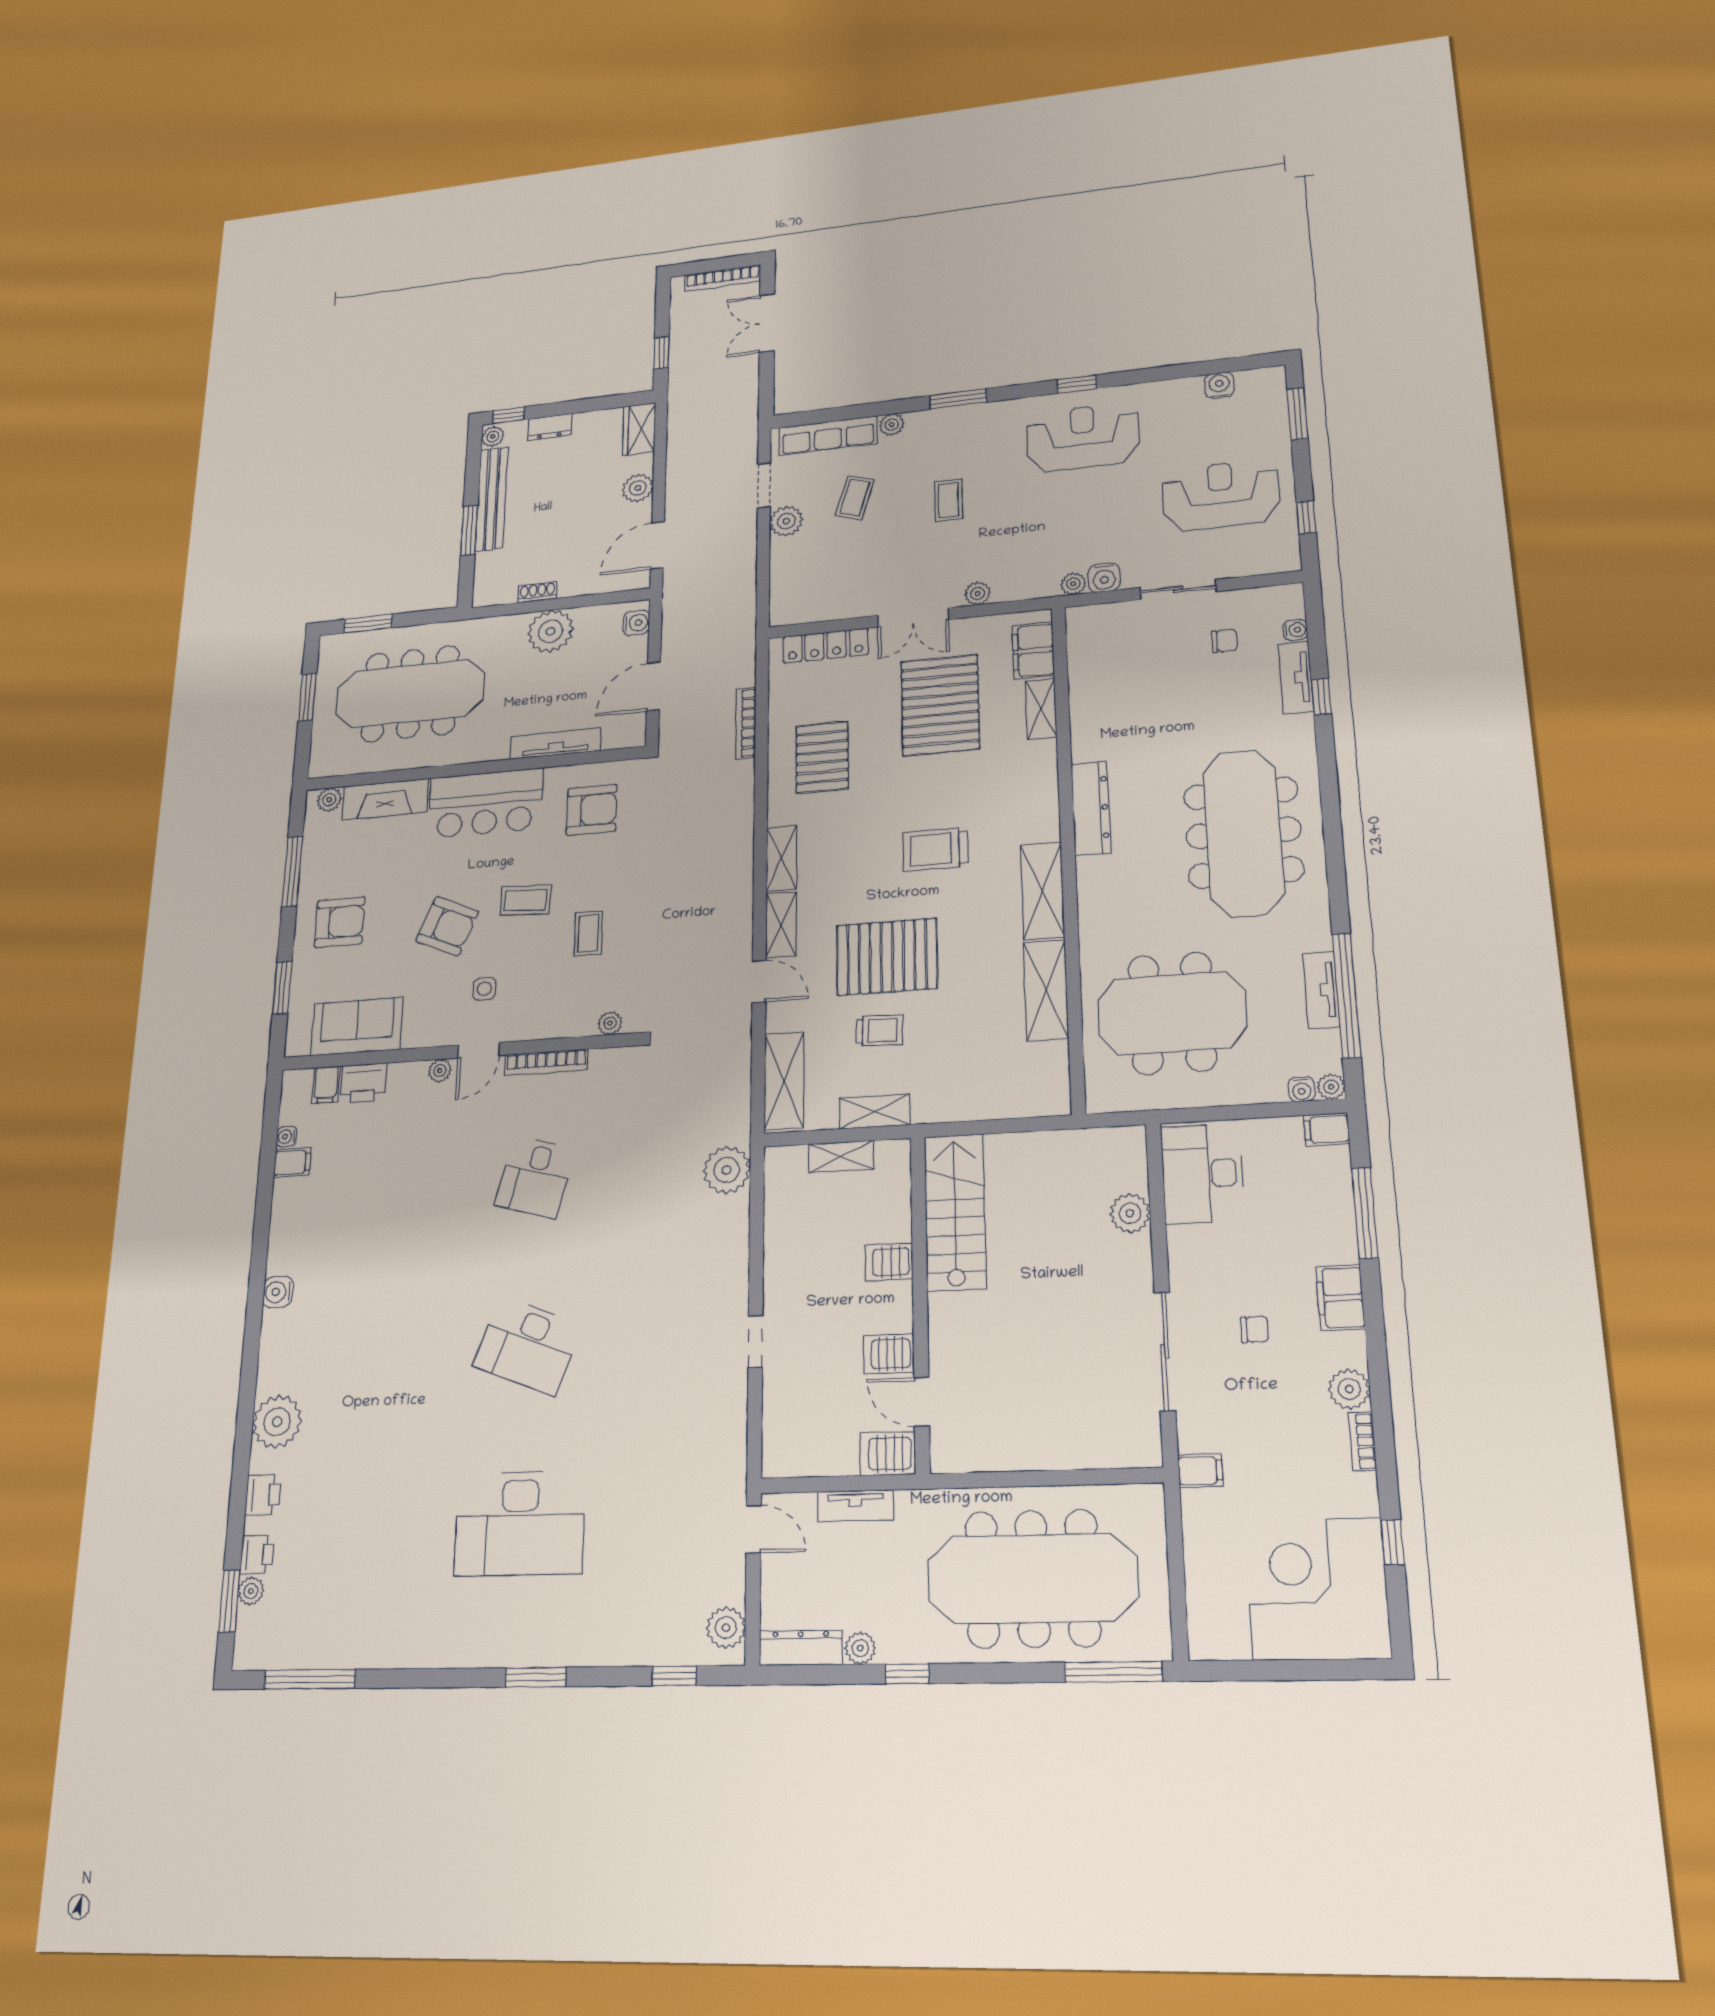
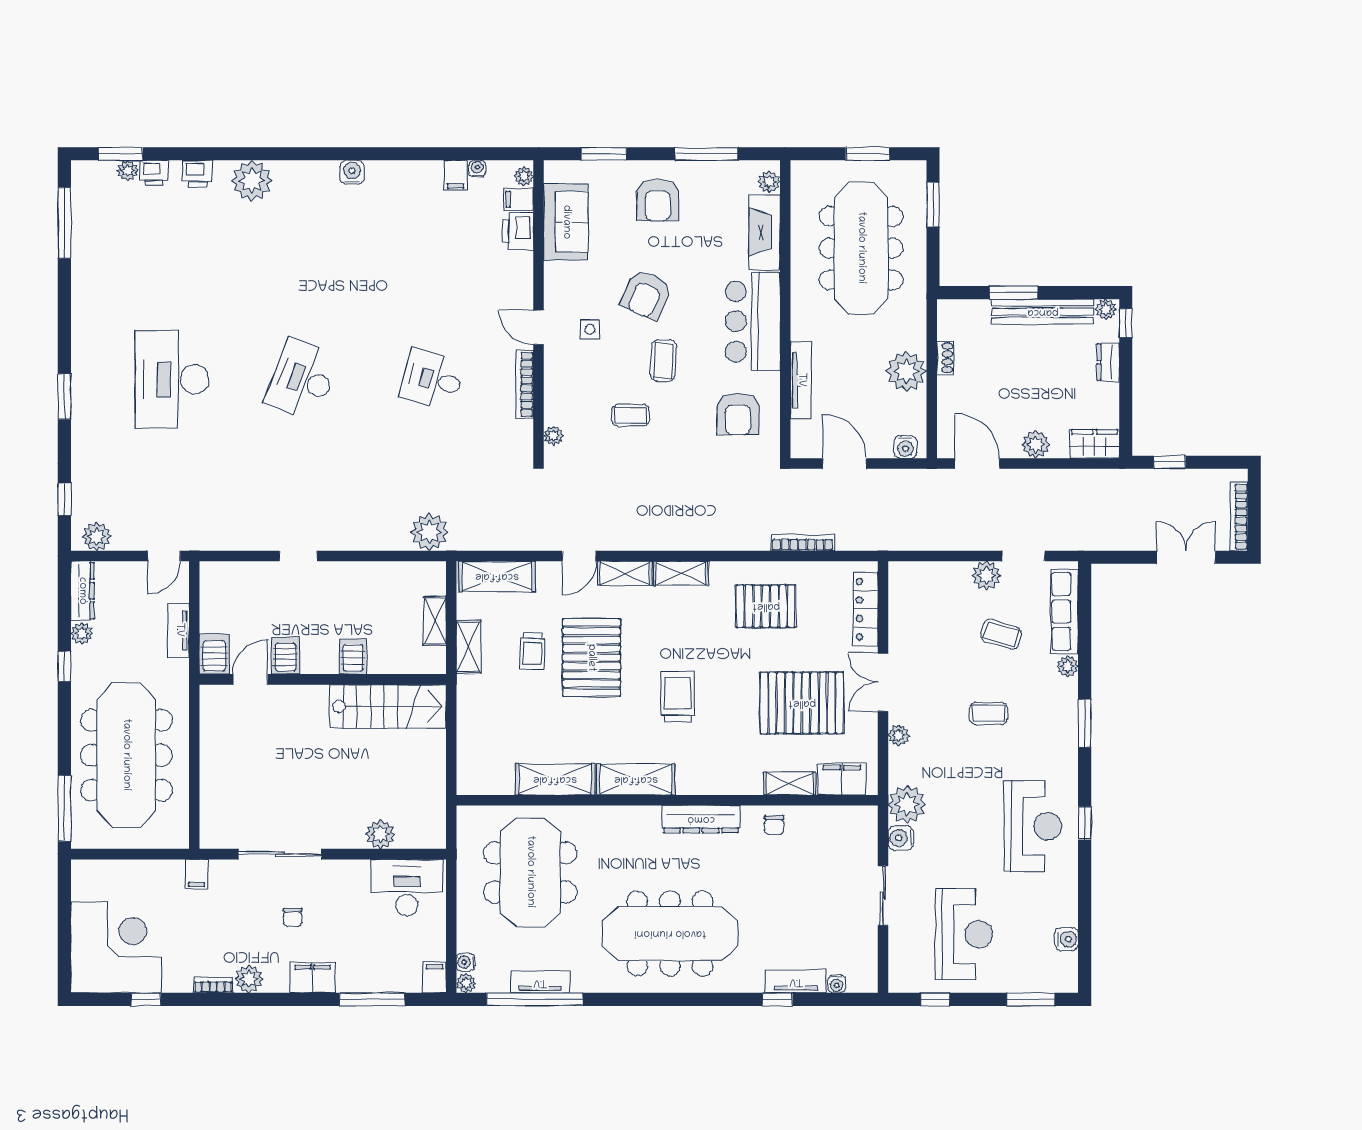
plant: (1073, 584) -> (907, 804), width x1.88, depth x1.88
chair: (1224, 641) -> (774, 825), moved
plant: (440, 1071) -> (524, 176), moved

